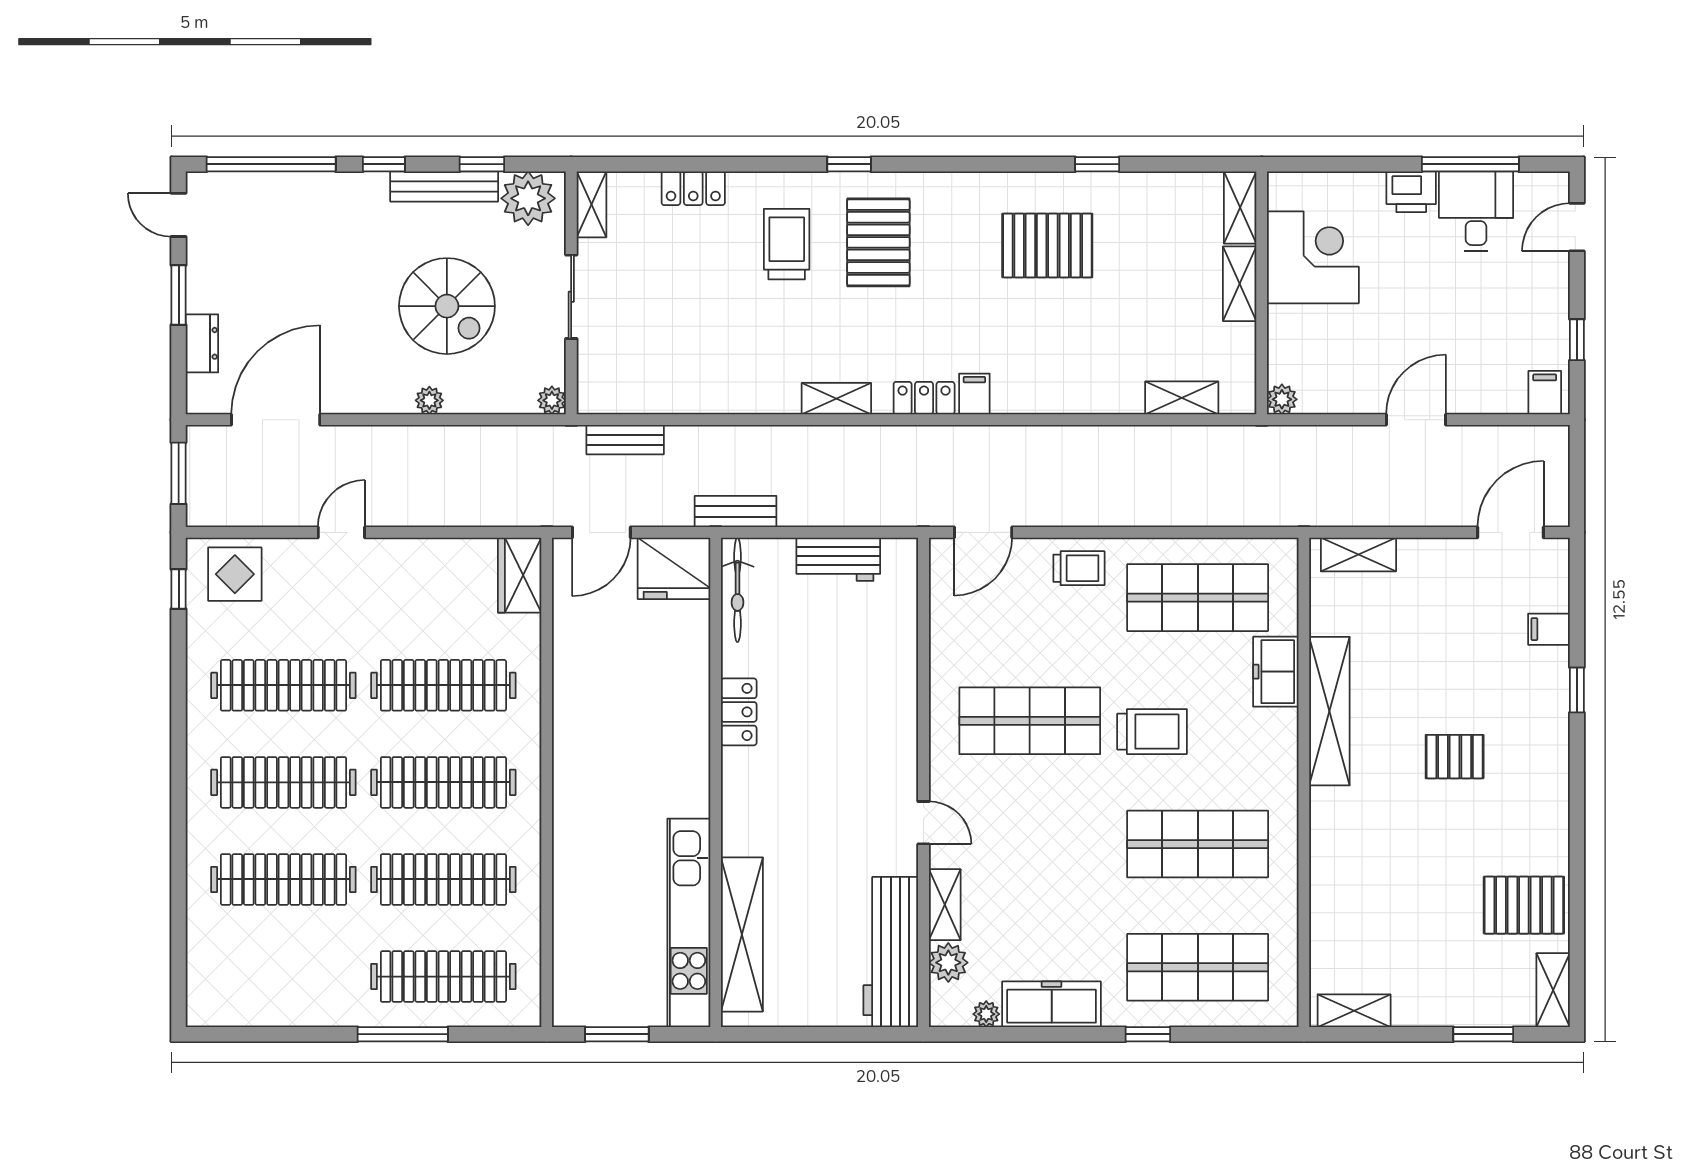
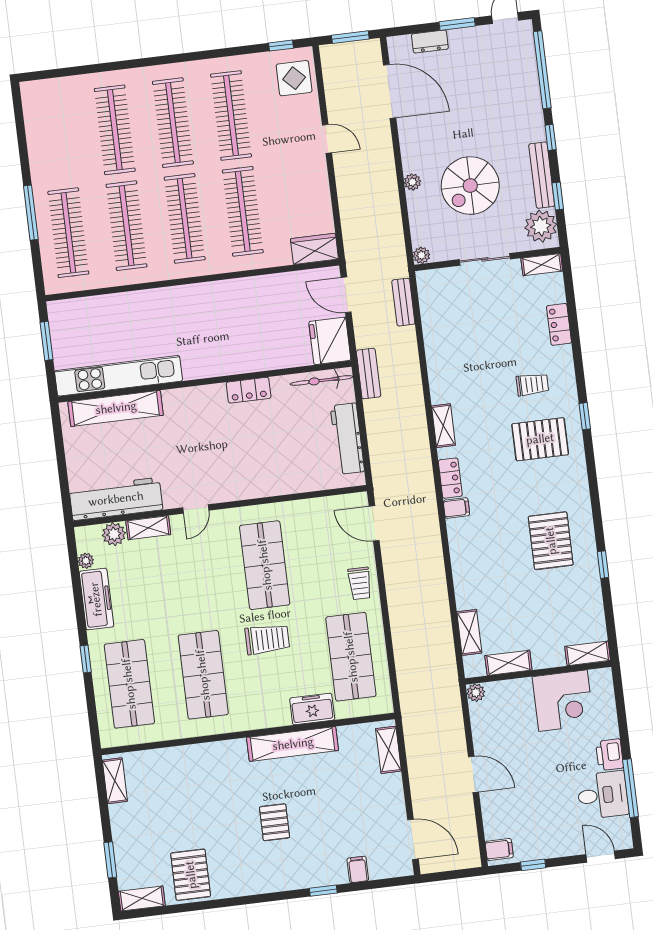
trolley: (787, 244) -> (532, 384), width x0.73, depth x0.72
shelving: (1240, 284) -> (508, 663), moved
workbench: (838, 559) -> (347, 439), width x1.38
trolley: (1152, 732) -> (267, 639), turned -90

